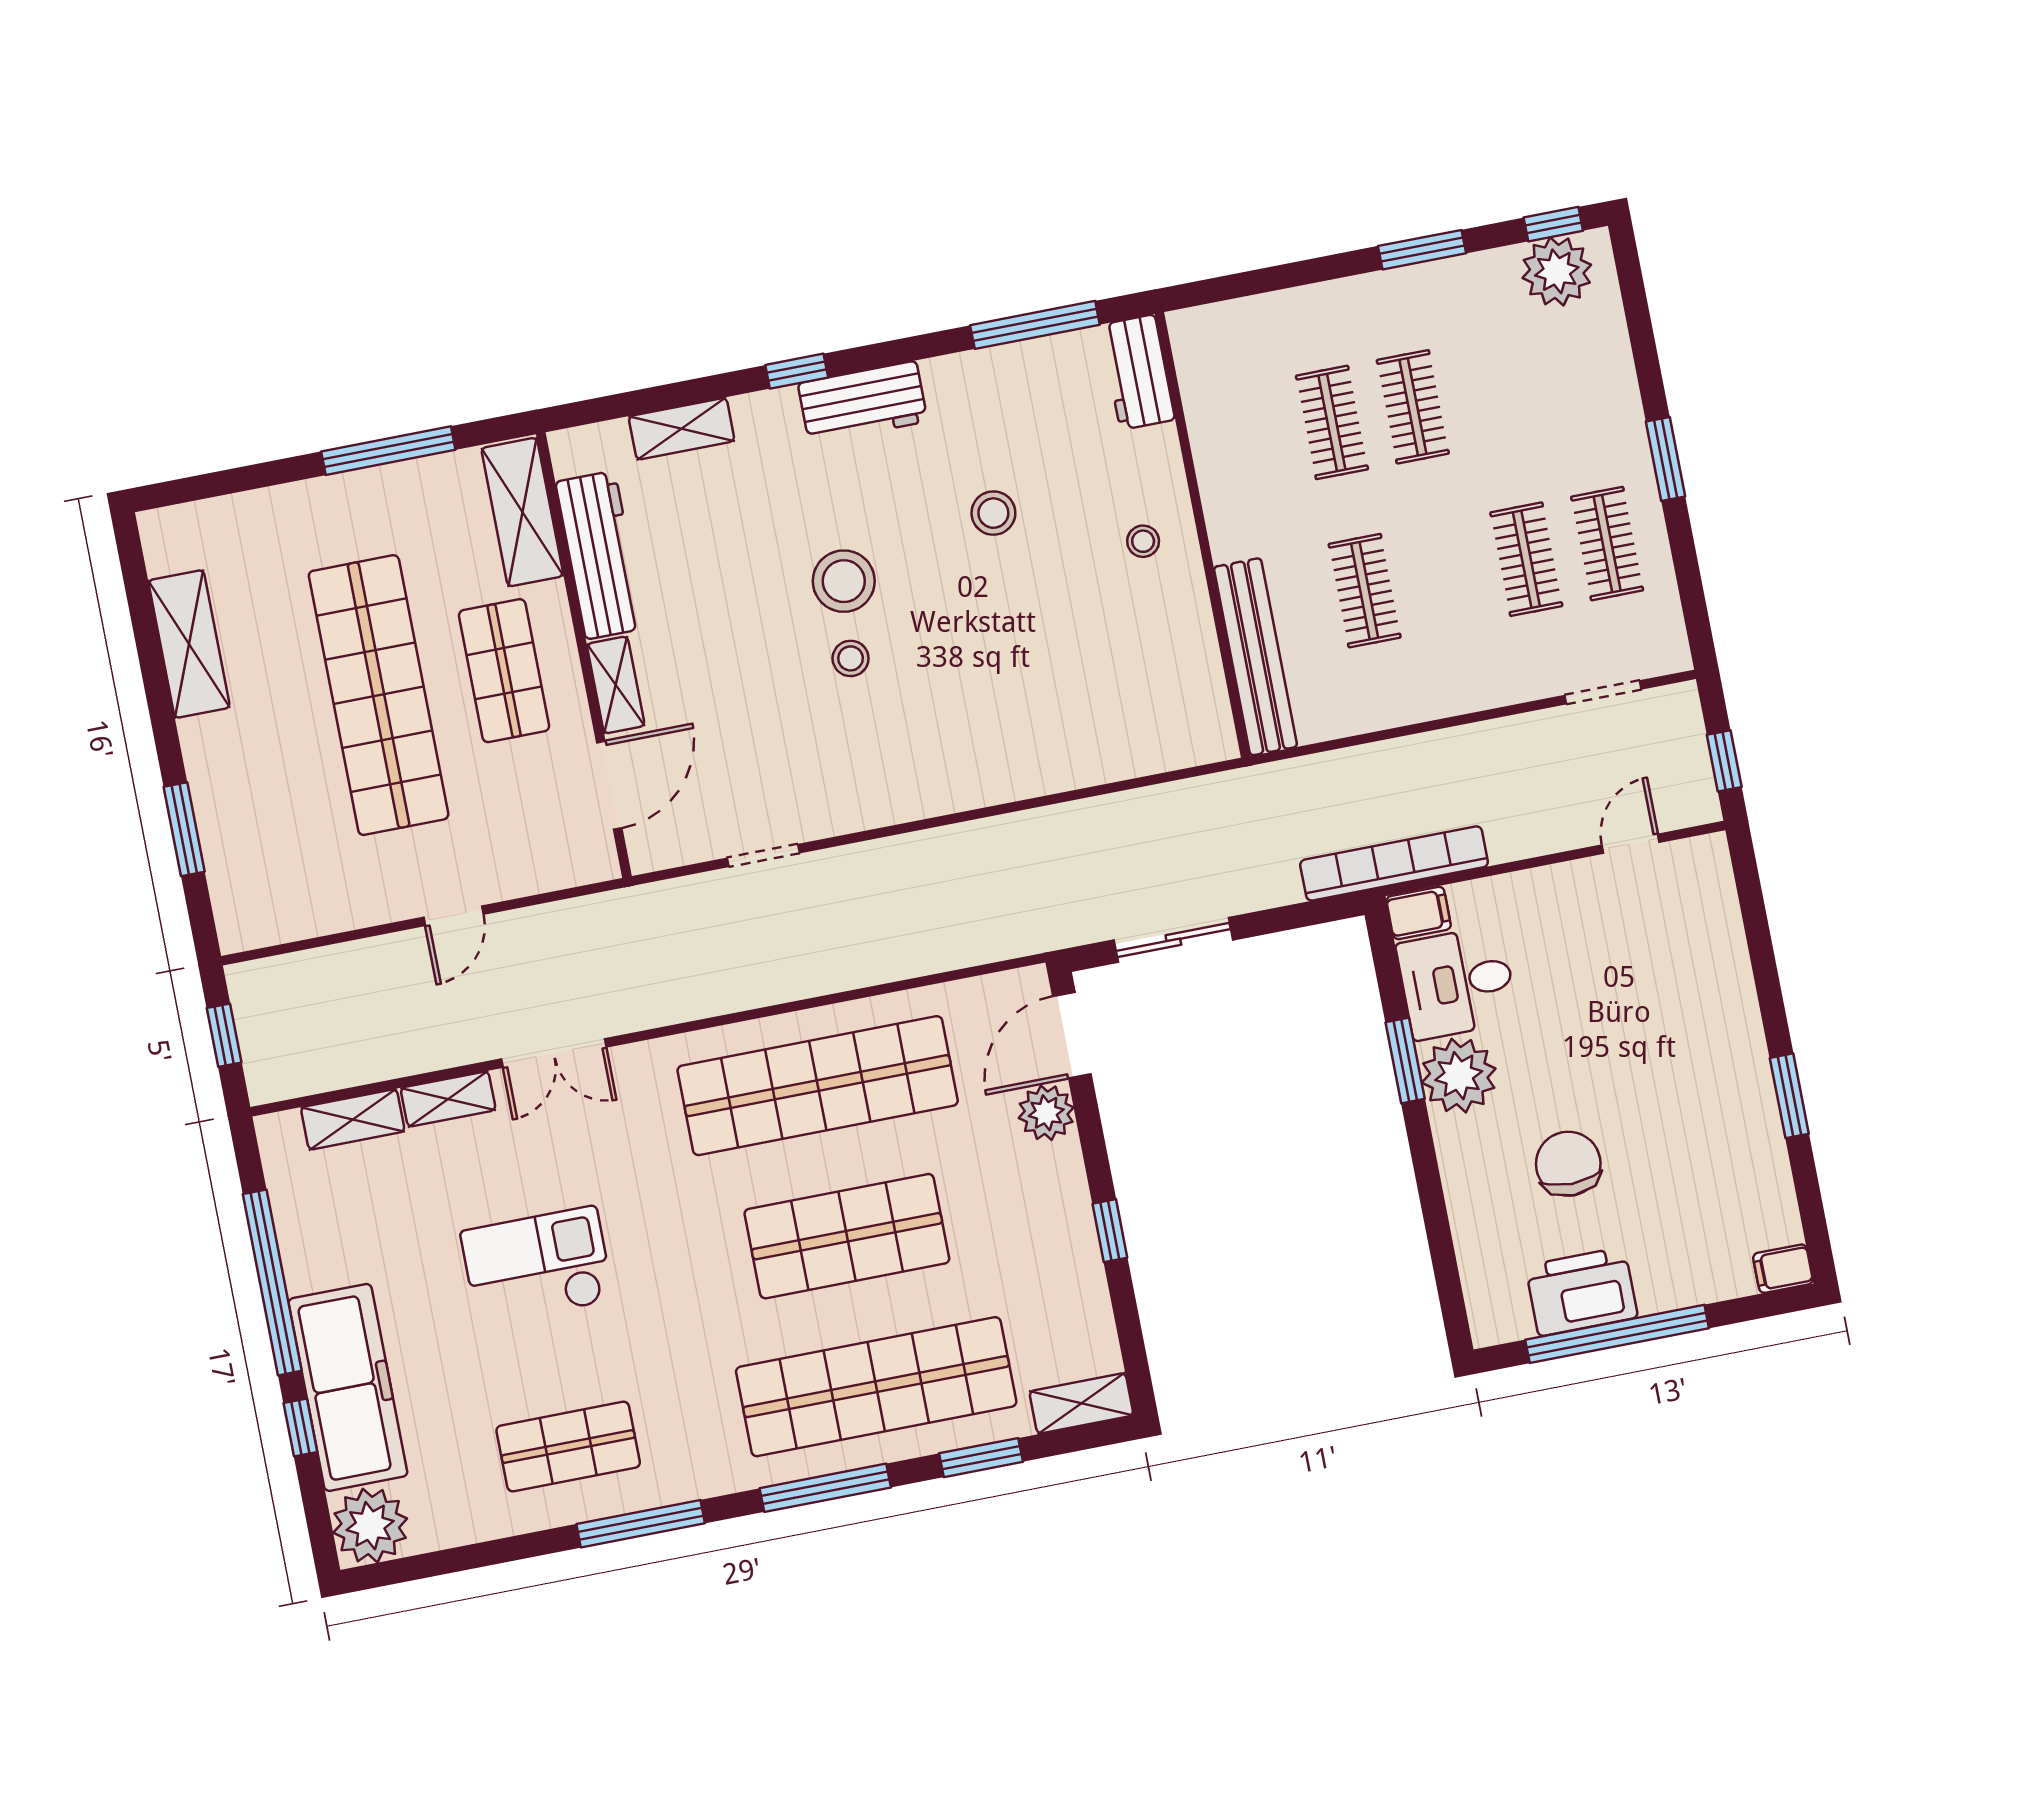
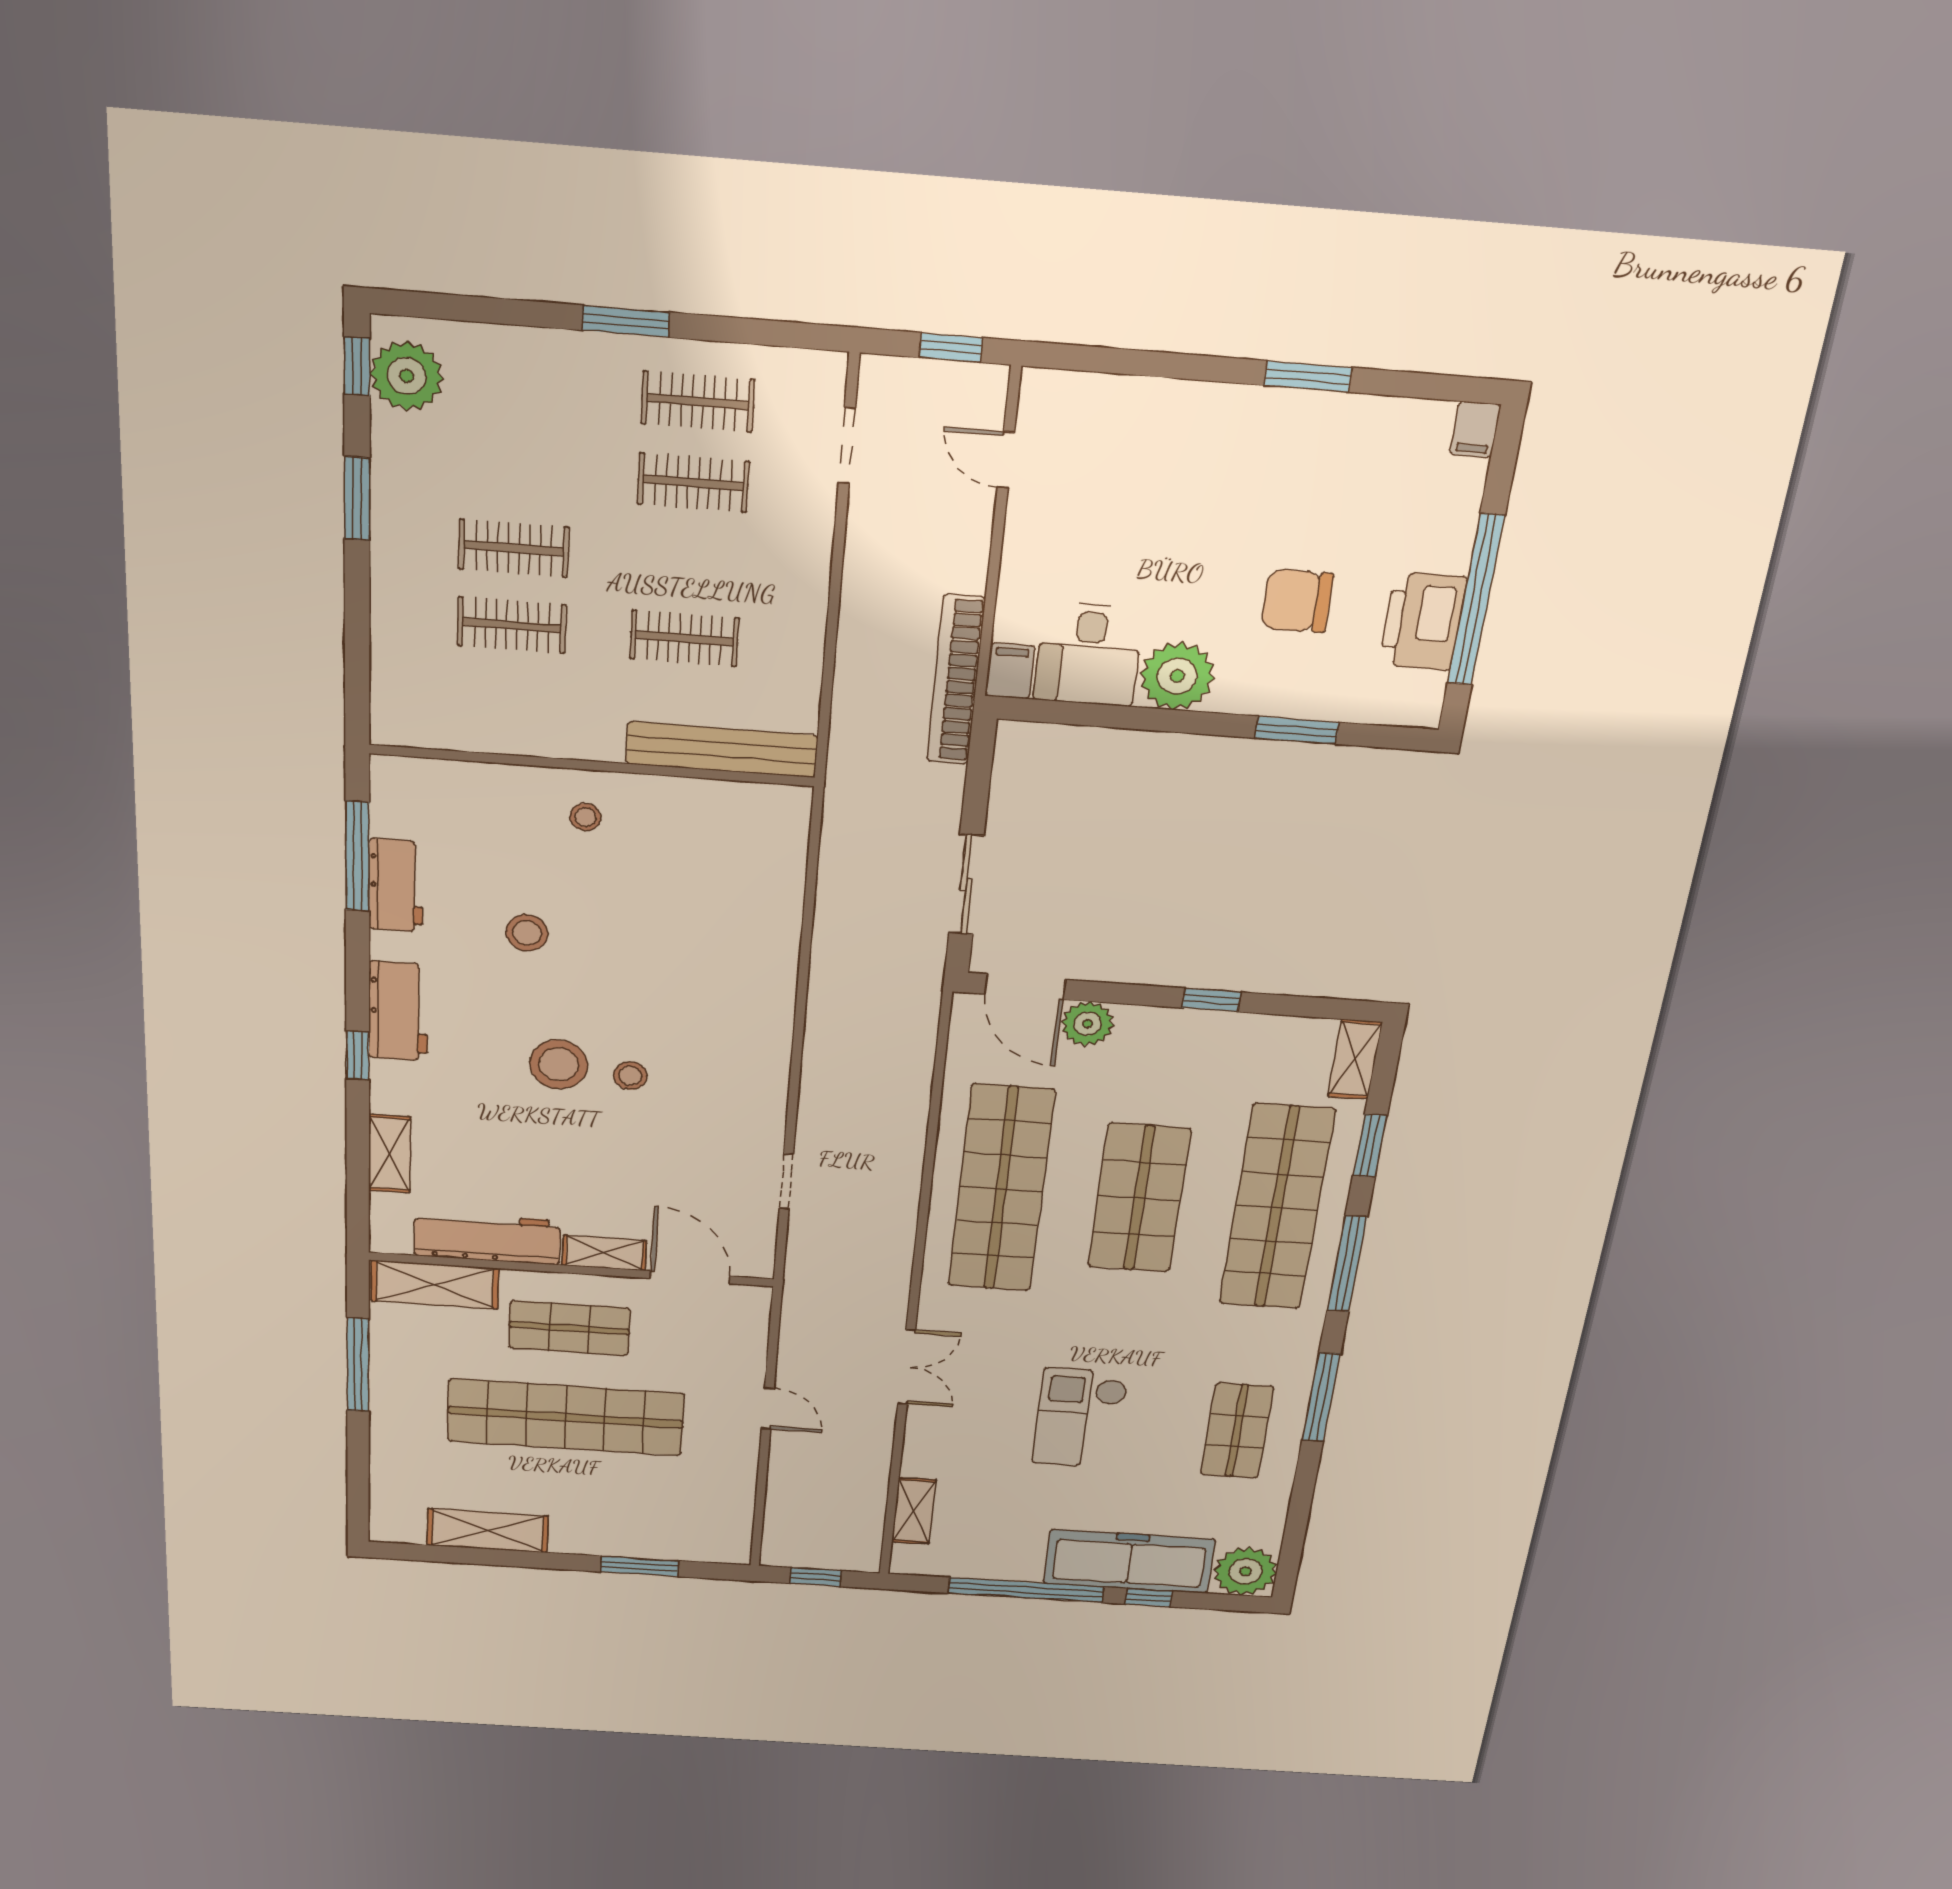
workbench: (1138, 372) -> (396, 885), moved, turned -90
window: (1405, 1060) -> (1297, 730), moved
shelving: (448, 1099) -> (919, 1446), removed

